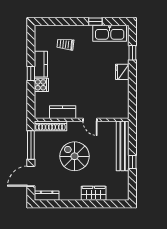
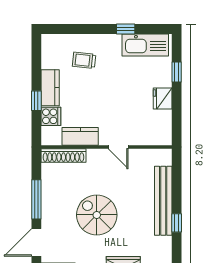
kitchen counter: (63, 112) -> (80, 136), moved
wall: (82, 120) -> (106, 147), moved
door: (90, 120) -> (118, 147), moved
shoe rack: (50, 126) -> (63, 155), moved

